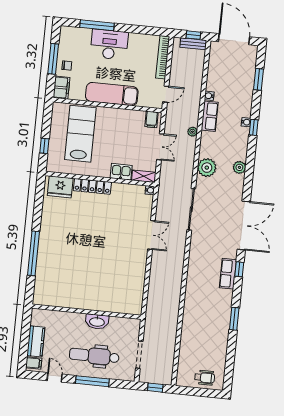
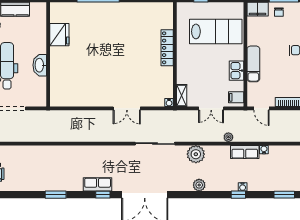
exam couch: (112, 94) -> (253, 64), width x0.73, depth x0.69
kitchen sink: (121, 172) -> (236, 71), moved, turned 180
fridge: (60, 187) -> (59, 35), moved, turned 180

